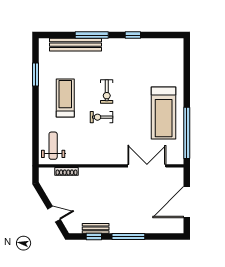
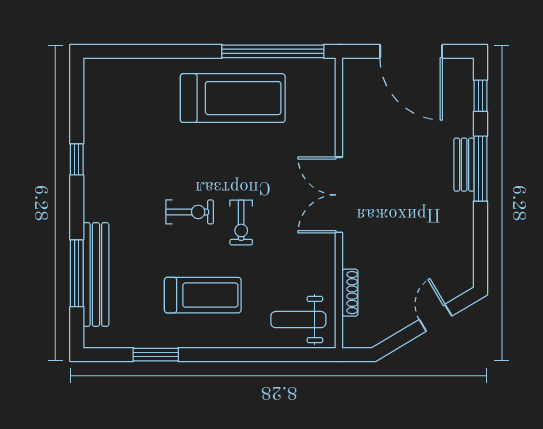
window: (92, 35) -> (77, 273), moved
treadmill: (65, 98) -> (203, 295), turned 180
double door: (147, 166) -> (339, 195), moved
bench: (96, 228) -> (464, 165), moved
window: (94, 237) -> (481, 96), moved

